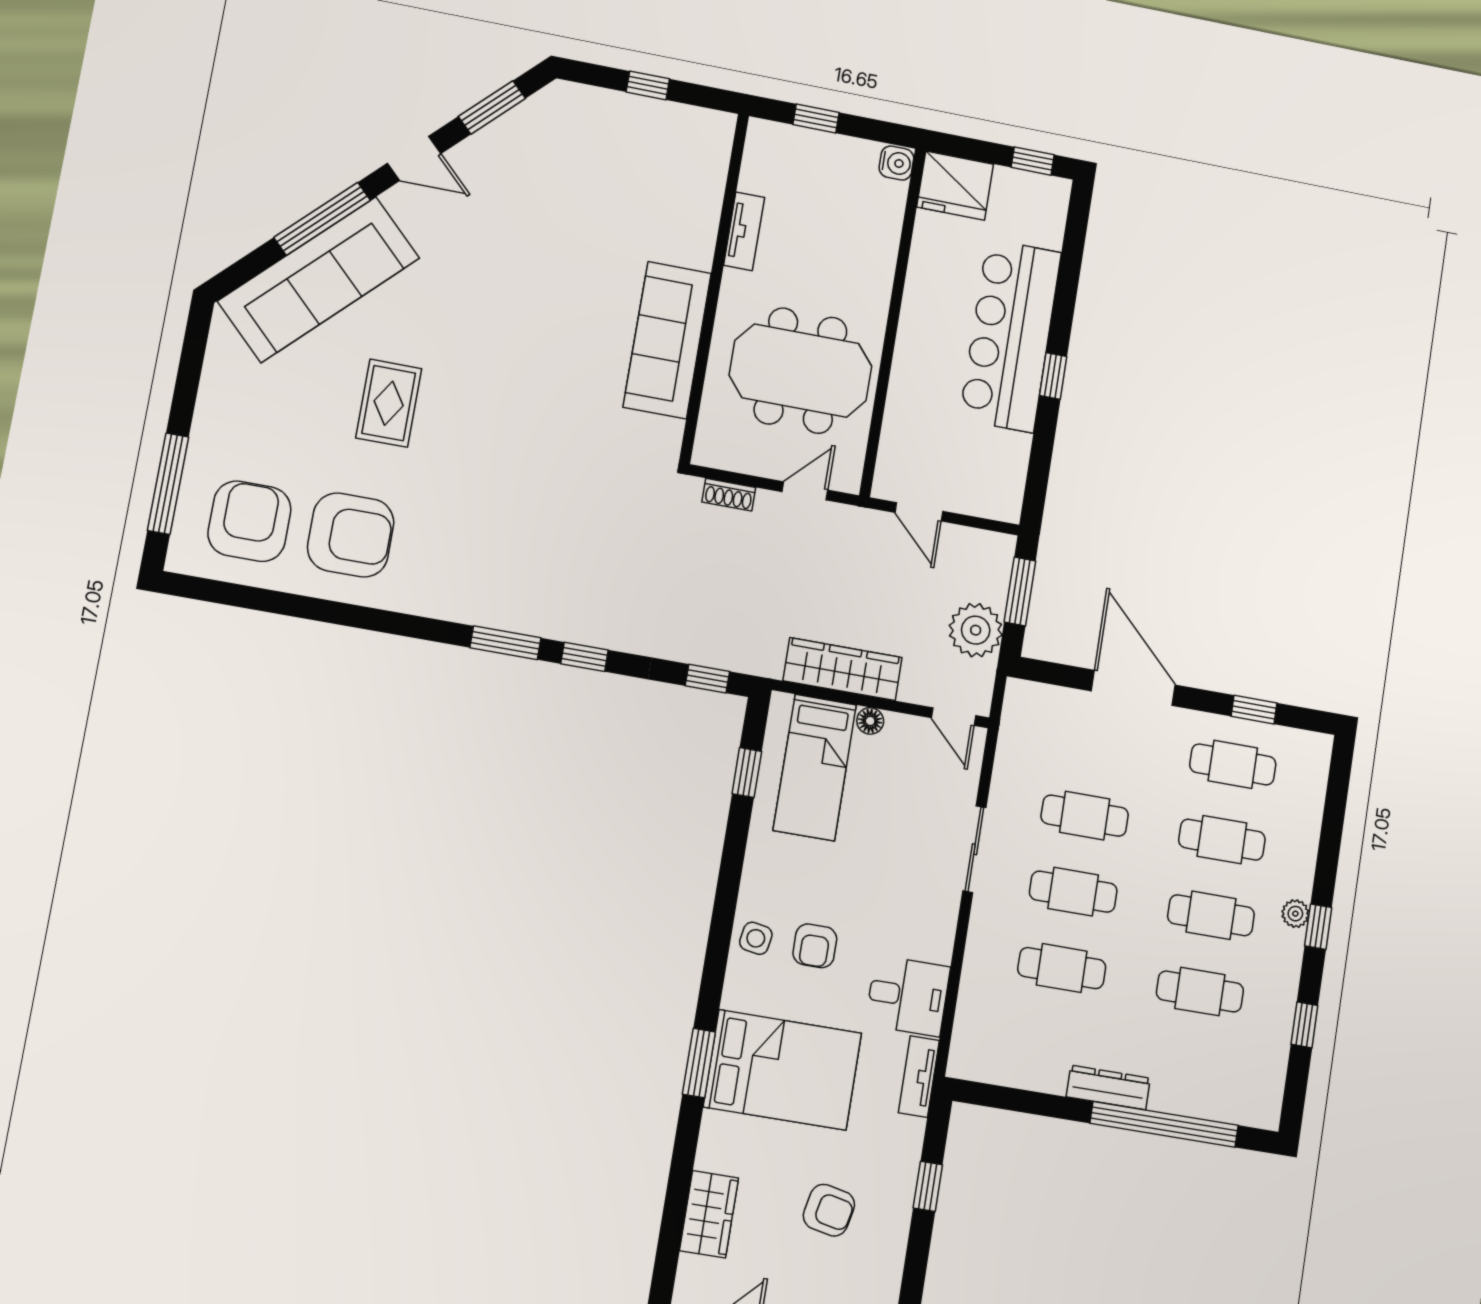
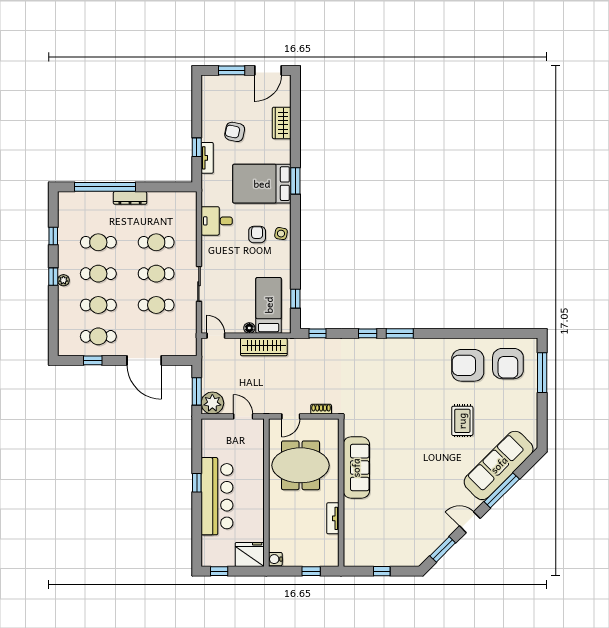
plant: (976, 630) -> (212, 403), moved
tv unit: (919, 1076) -> (207, 158), moved

